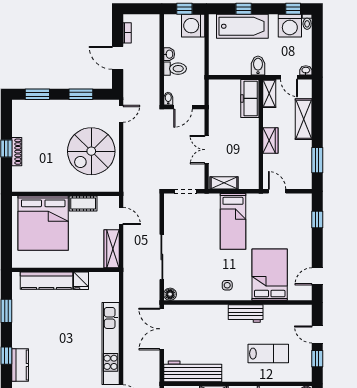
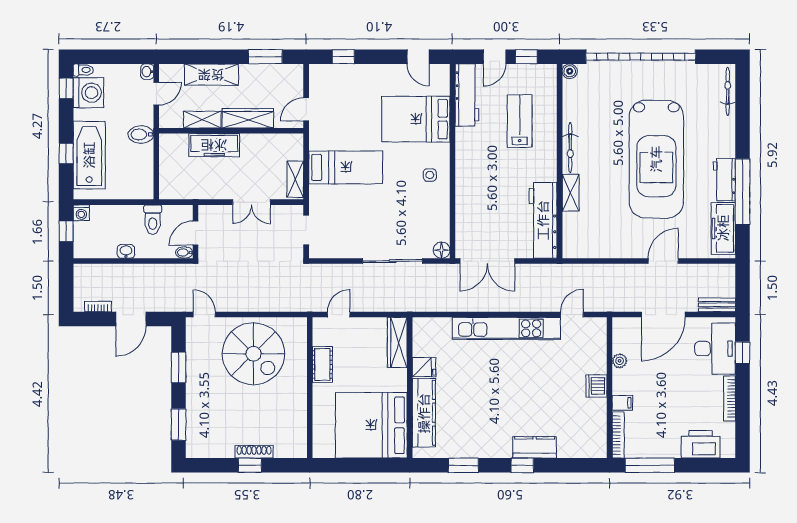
washing machine: (193, 26) -> (81, 213), width x0.53, depth x0.53
toilet: (175, 69) -> (153, 220), moved, turned 180
shelving: (269, 93) -> (202, 120), moved
freezer: (250, 98) -> (214, 145), moved
door: (183, 107) -> (196, 233), swing flipped
wardrobe: (270, 140) -> (248, 118), width x1.50
bed: (43, 223) -> (371, 425), moved, turned 180
wardrobe: (112, 249) -> (397, 342), moved, turned 90
workbench: (246, 313) -> (467, 95), moved, width x1.37

